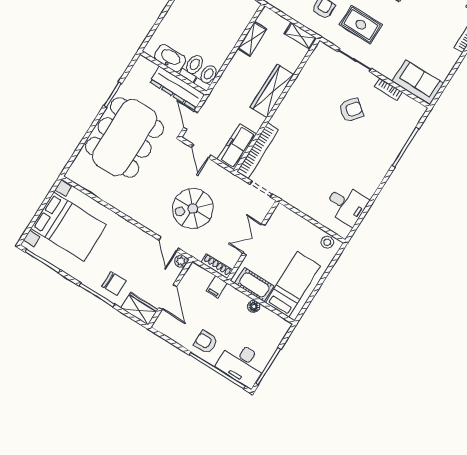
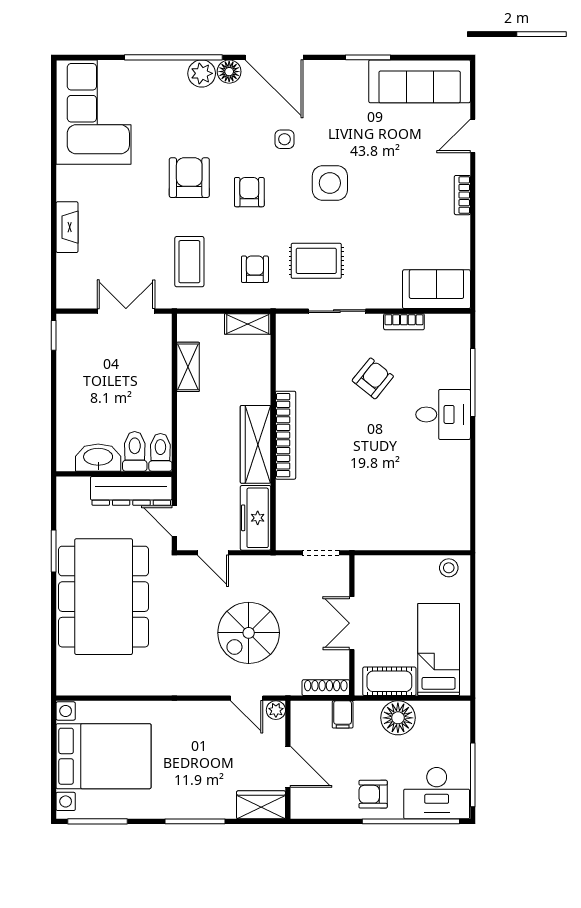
wardrobe: (272, 91) -> (256, 444), moved
bookcase: (258, 151) -> (286, 435), moved
desk: (346, 205) -> (443, 414), moved
chair: (114, 284) -> (208, 793), removed
floor lamp: (254, 307) -> (398, 718), width x1.89, depth x1.89

